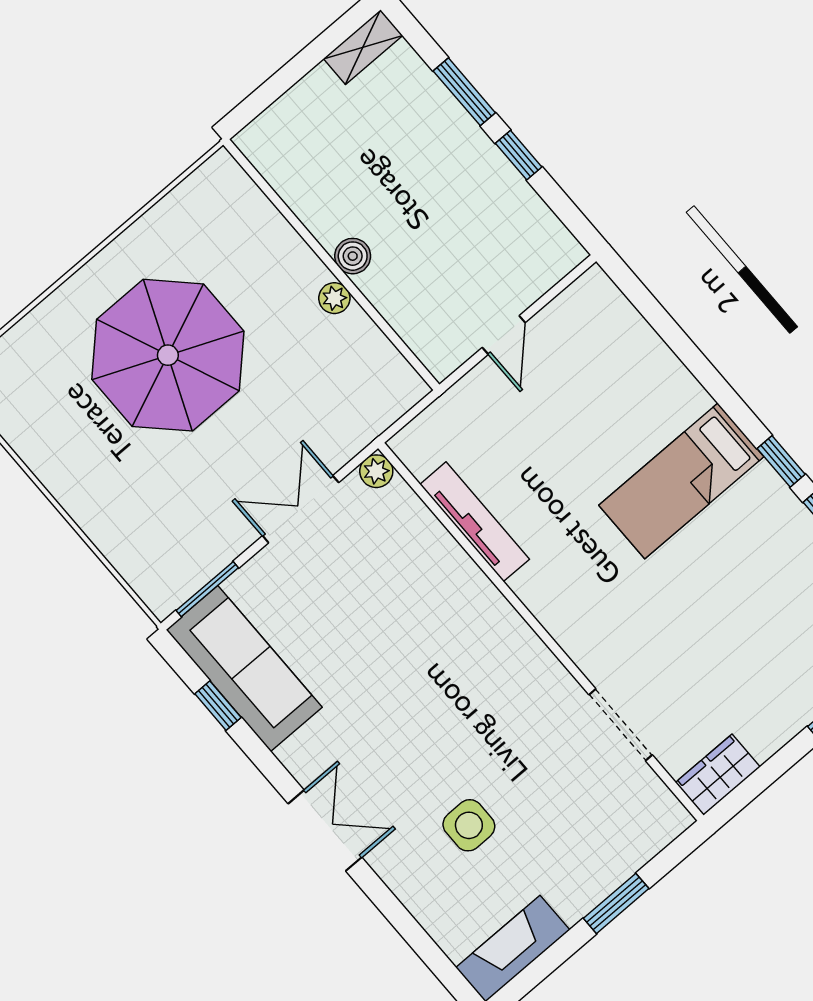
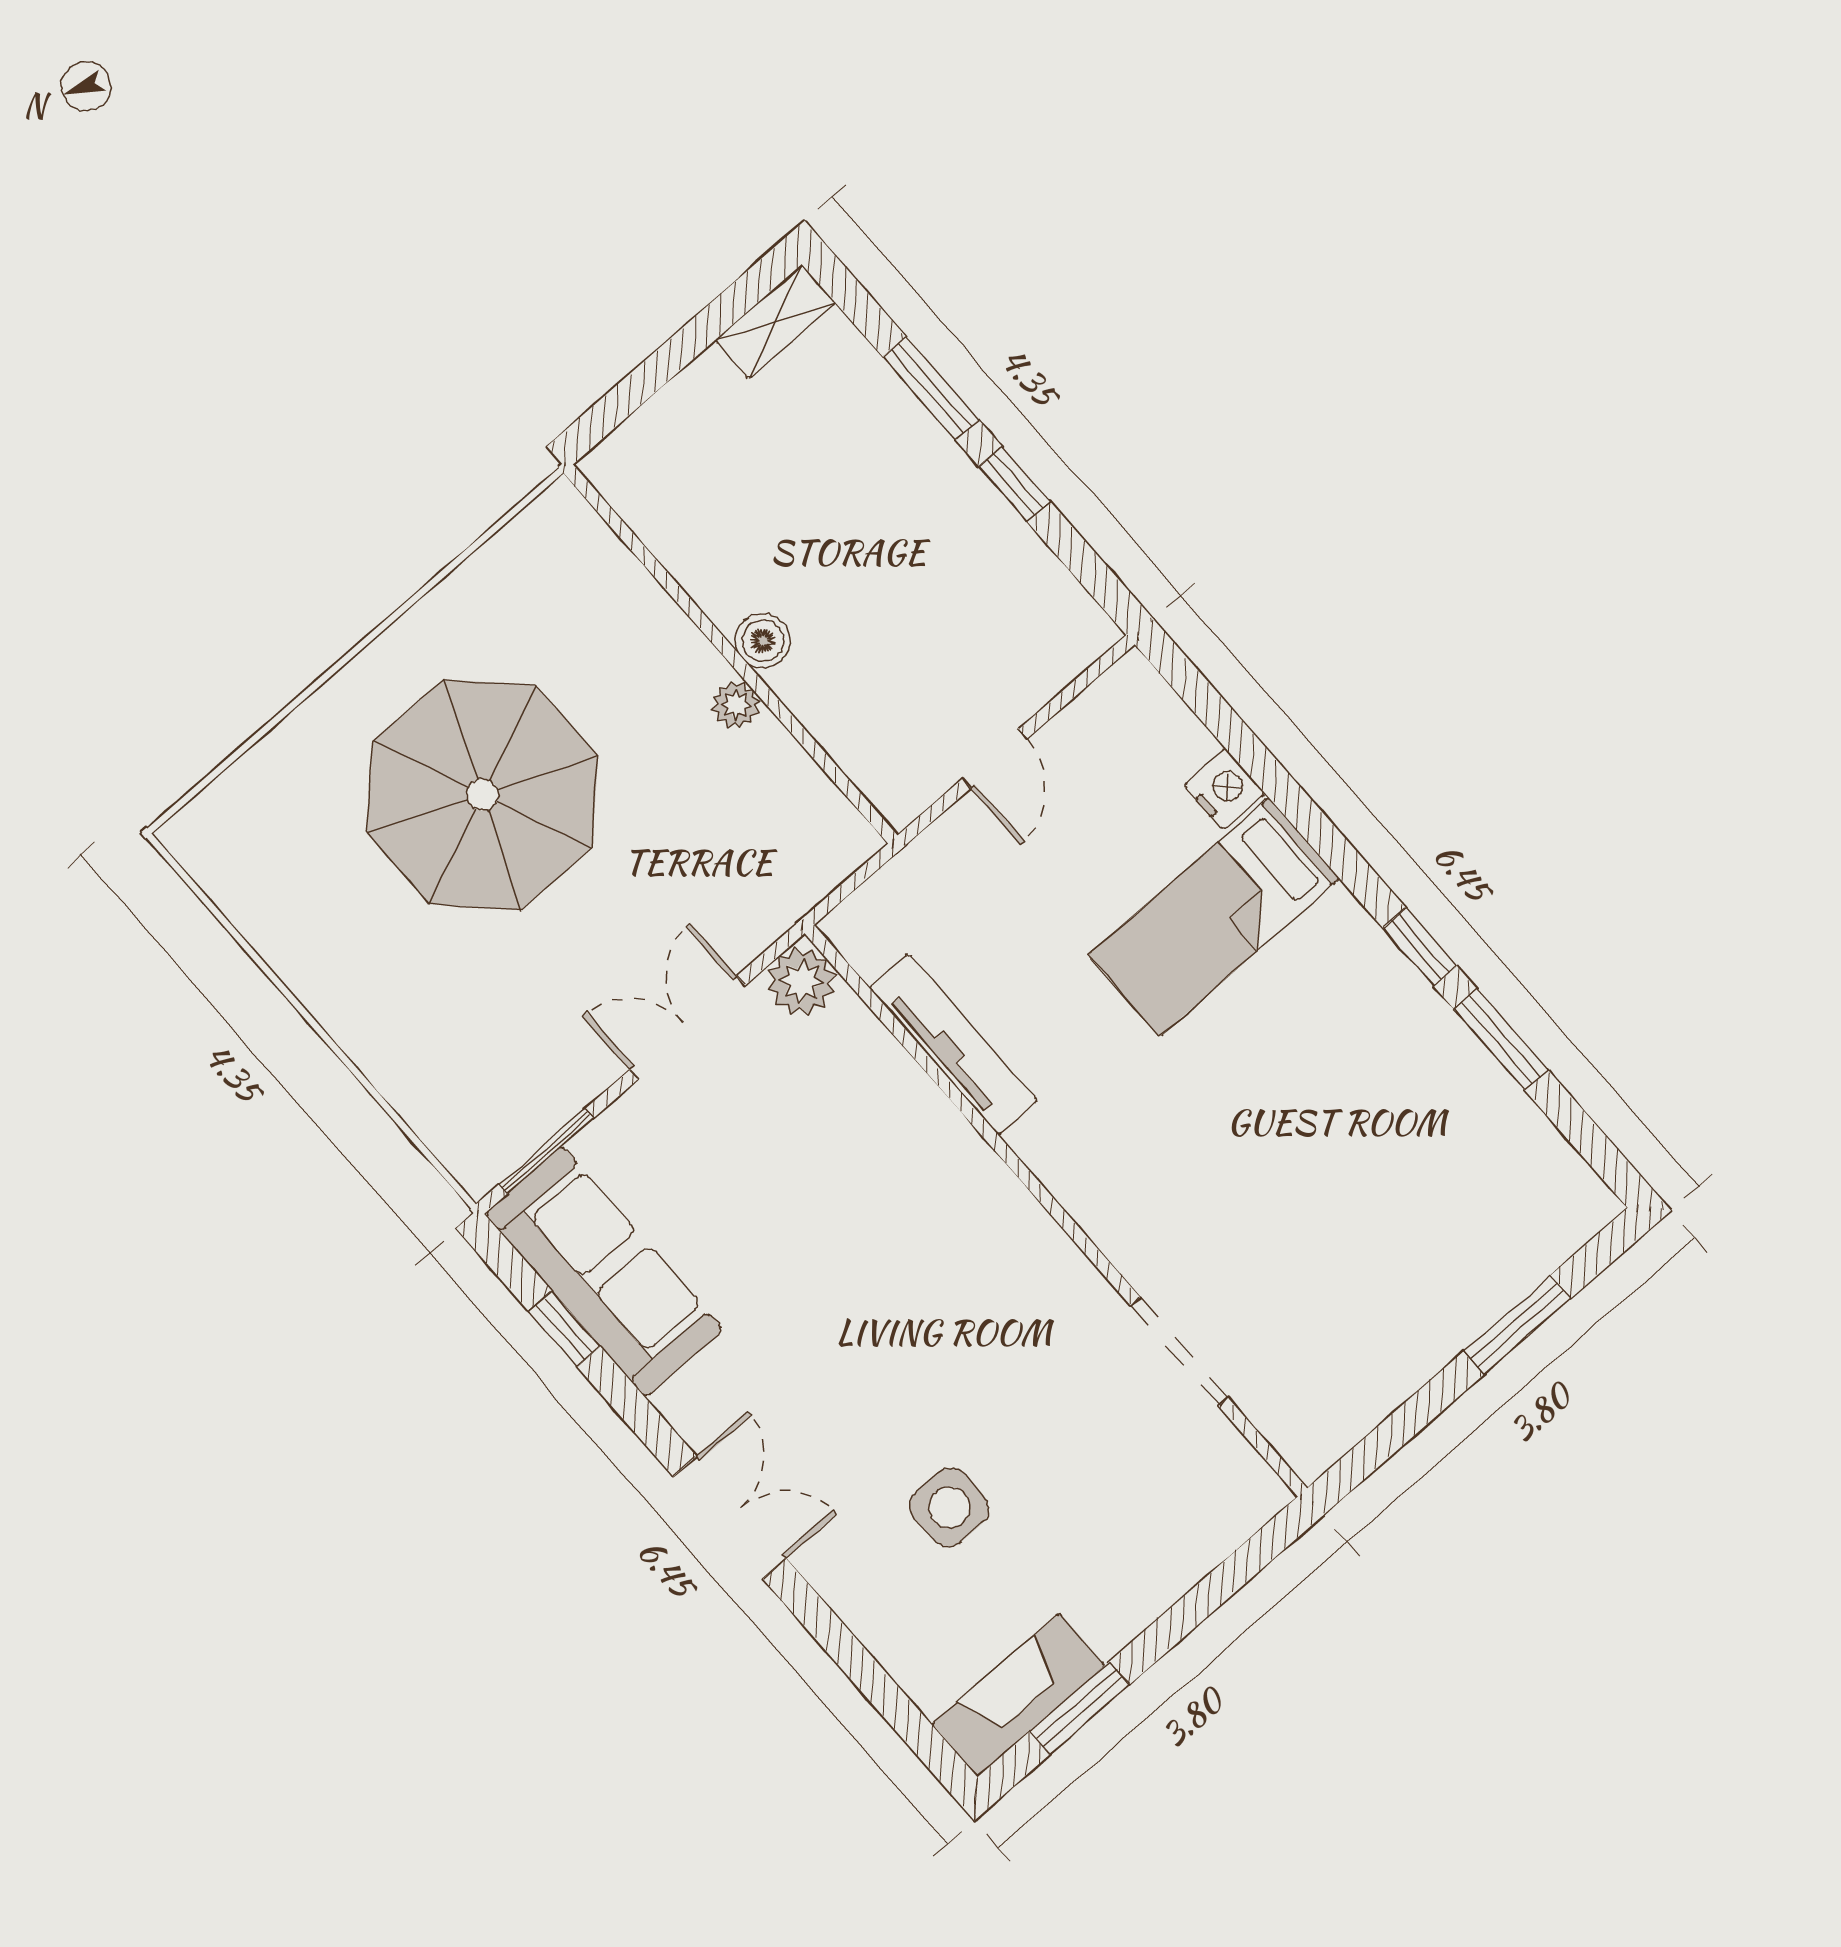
nightstand: (654, 357) -> (1224, 789), added
plant: (376, 471) -> (801, 982), width x1.38, depth x1.38
bed: (681, 481) -> (1214, 917), moved
wardrobe: (718, 775) -> (1328, 1426), removed
window: (616, 903) -> (1079, 1708), moved

